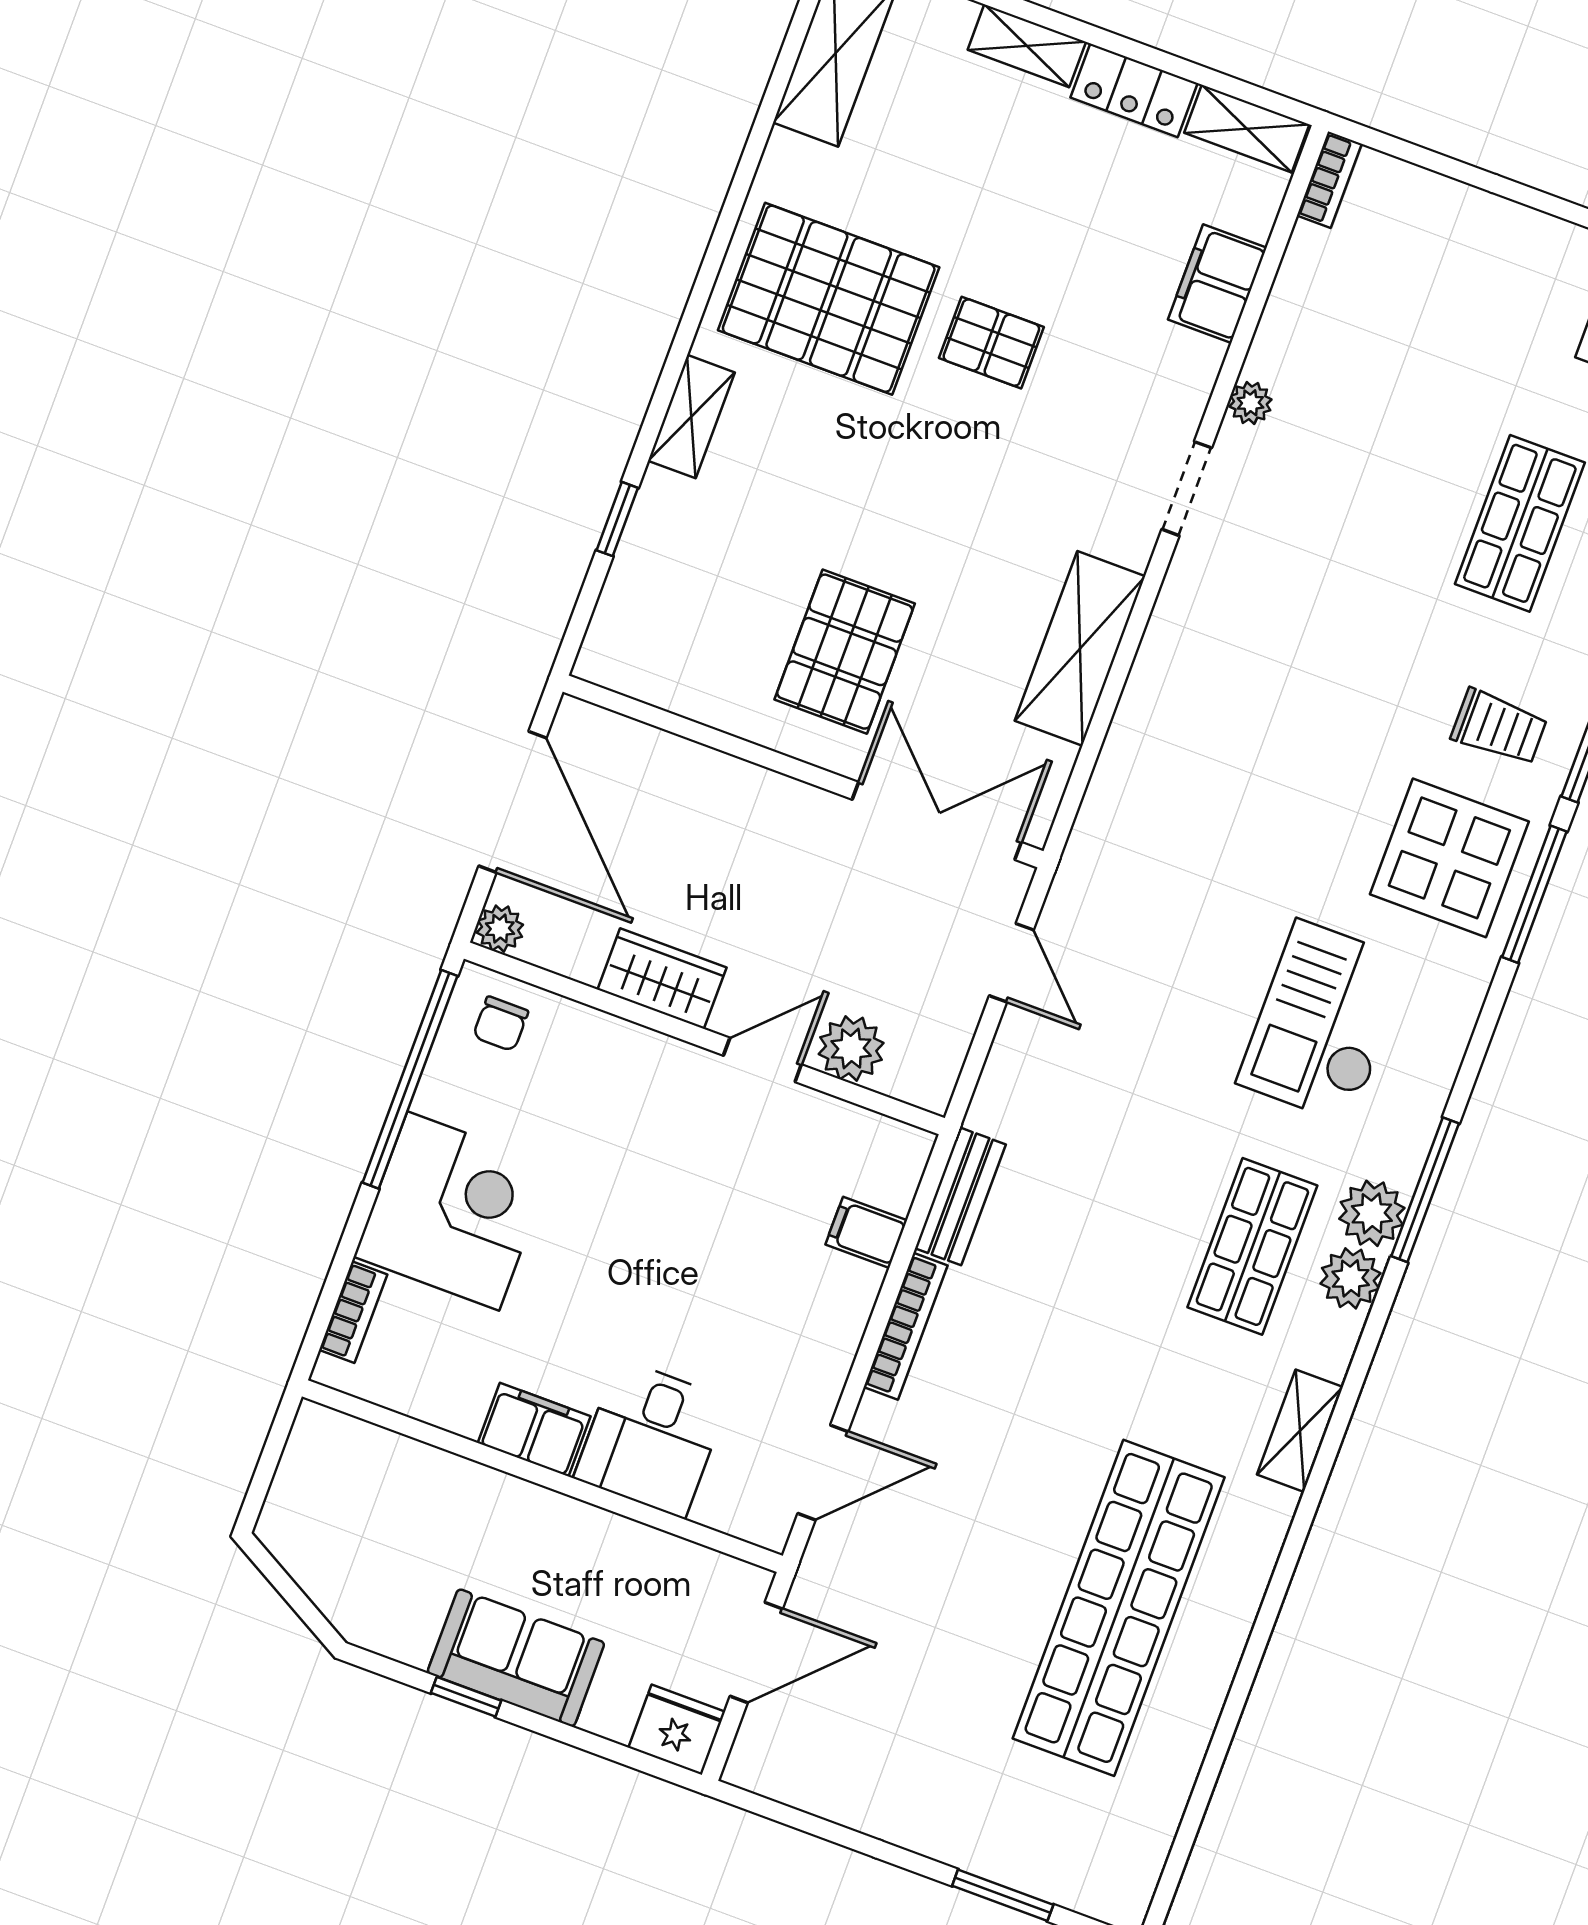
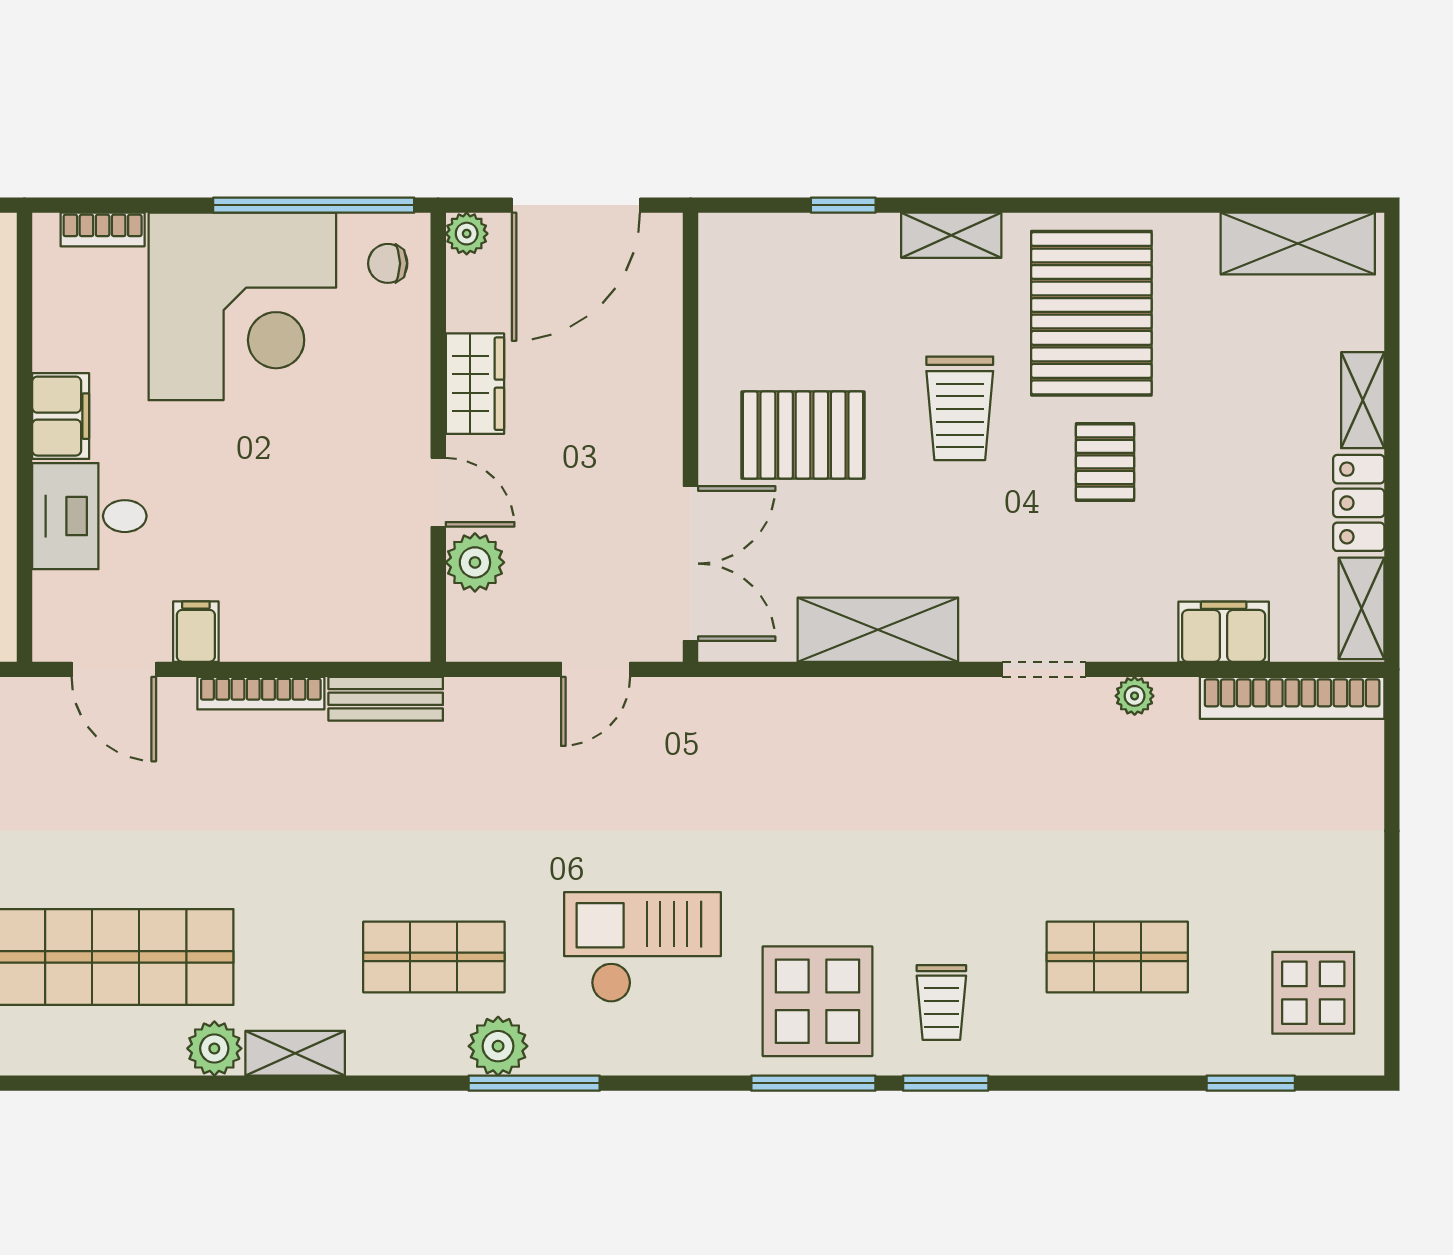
bookcase: (1329, 180) -> (1292, 698), width x2.31, depth x1.31
trolley: (878, 475) -> (960, 408), added
corner desk: (453, 1211) -> (242, 306), width x1.36, depth x1.36
filing cabinet: (866, 1232) -> (196, 632), moved
plant: (1351, 1278) -> (214, 1048), moved

